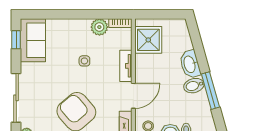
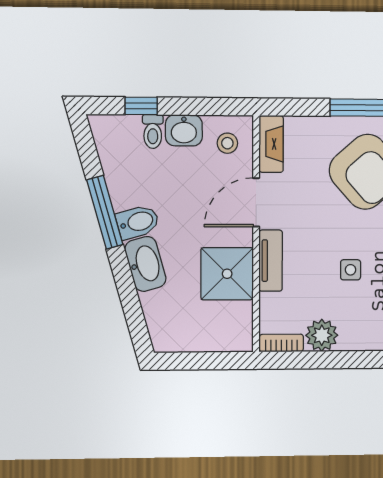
shower: (148, 40) -> (227, 274), moved

